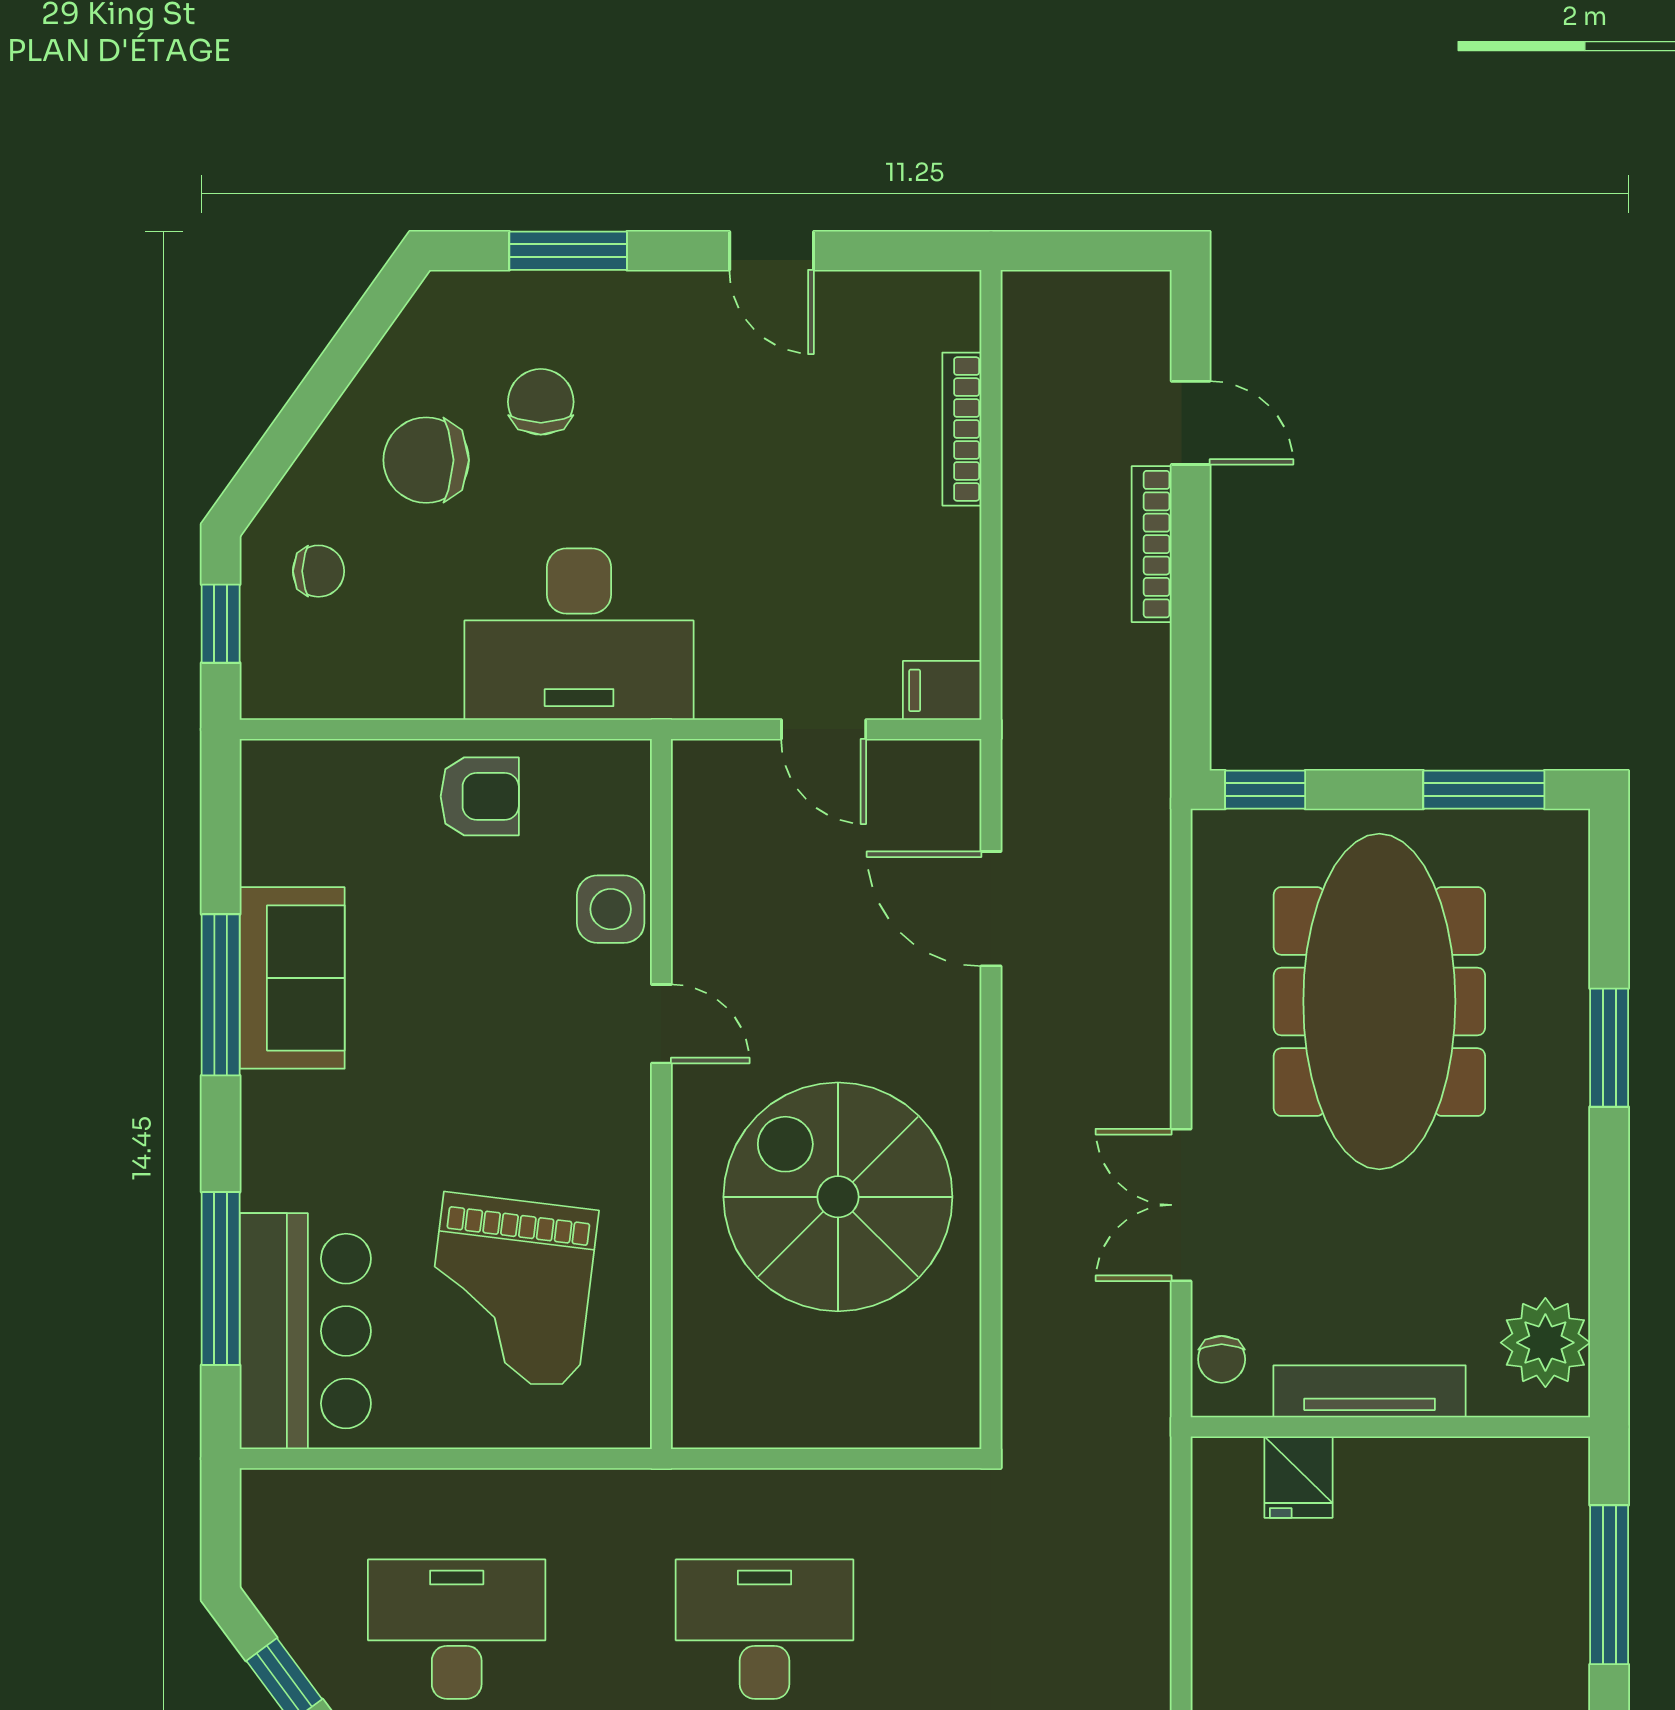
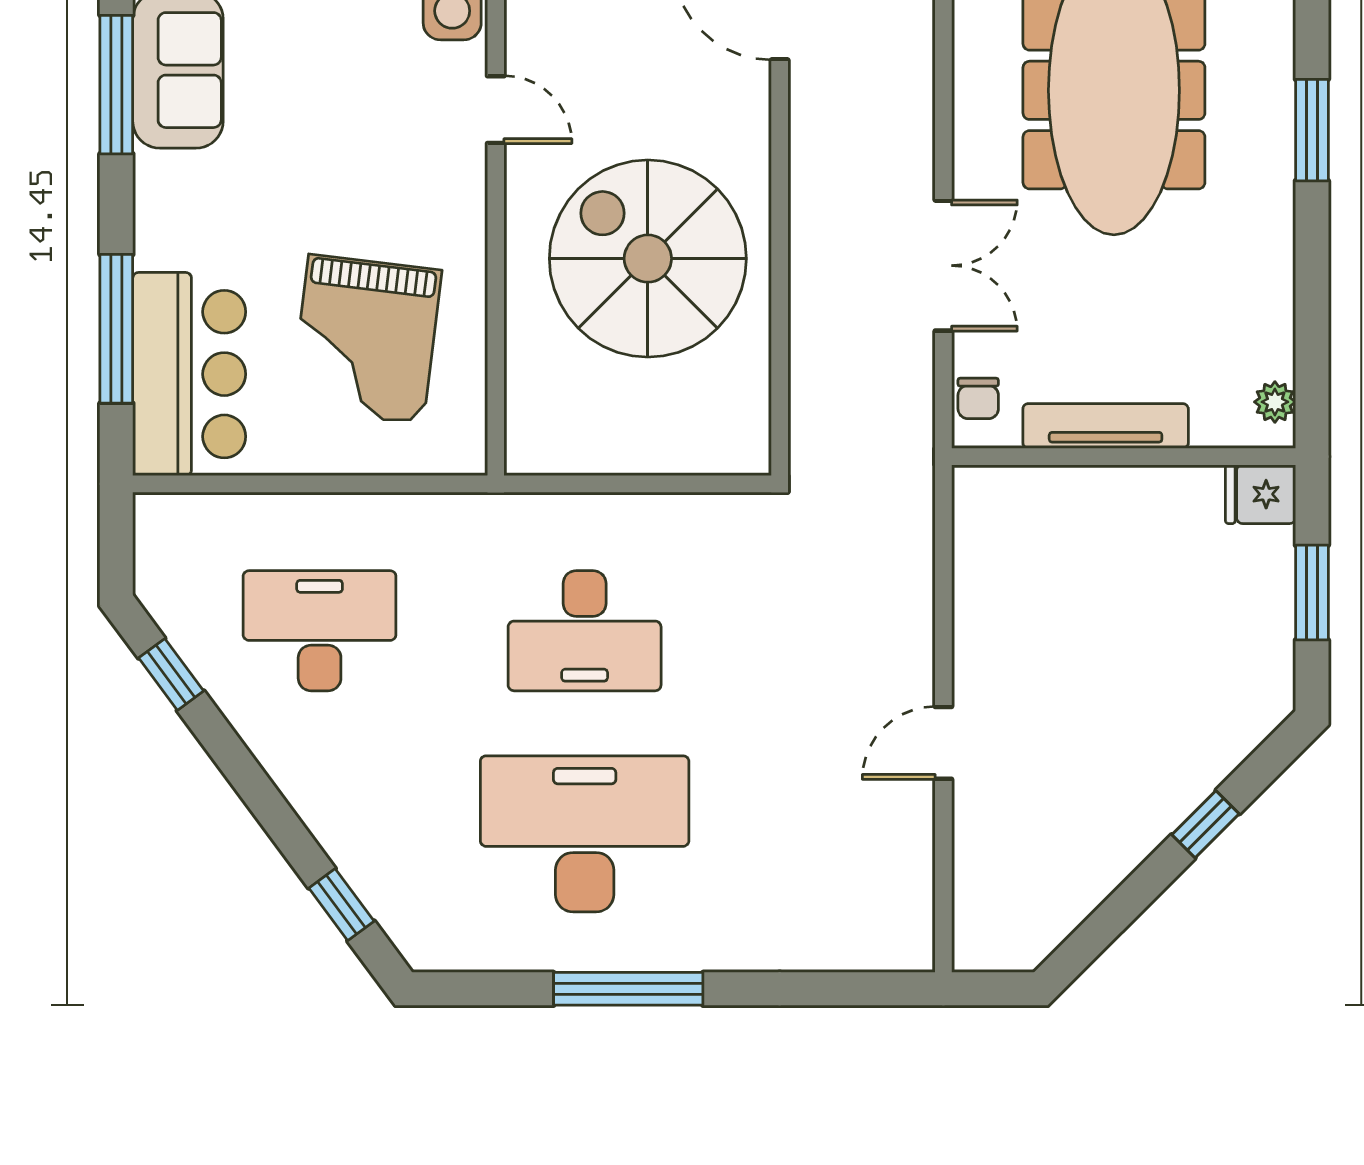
double door: (1181, 1205) -> (943, 266), swing flipped
plant: (1545, 1343) -> (1275, 402), width x0.53, depth x0.53
fridge: (1298, 1477) -> (1260, 494), moved, turned 90
window: (1609, 1585) -> (1312, 593), width x0.69
desk: (764, 1629) -> (585, 631), turned 180

